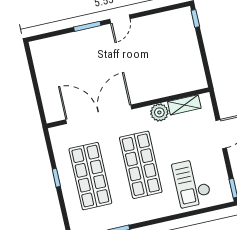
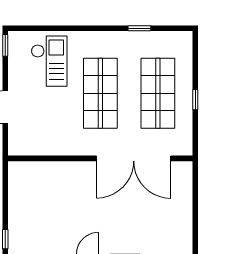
shelving: (184, 105) -> (38, 148), removed
plant: (159, 112) -> (67, 146), removed

